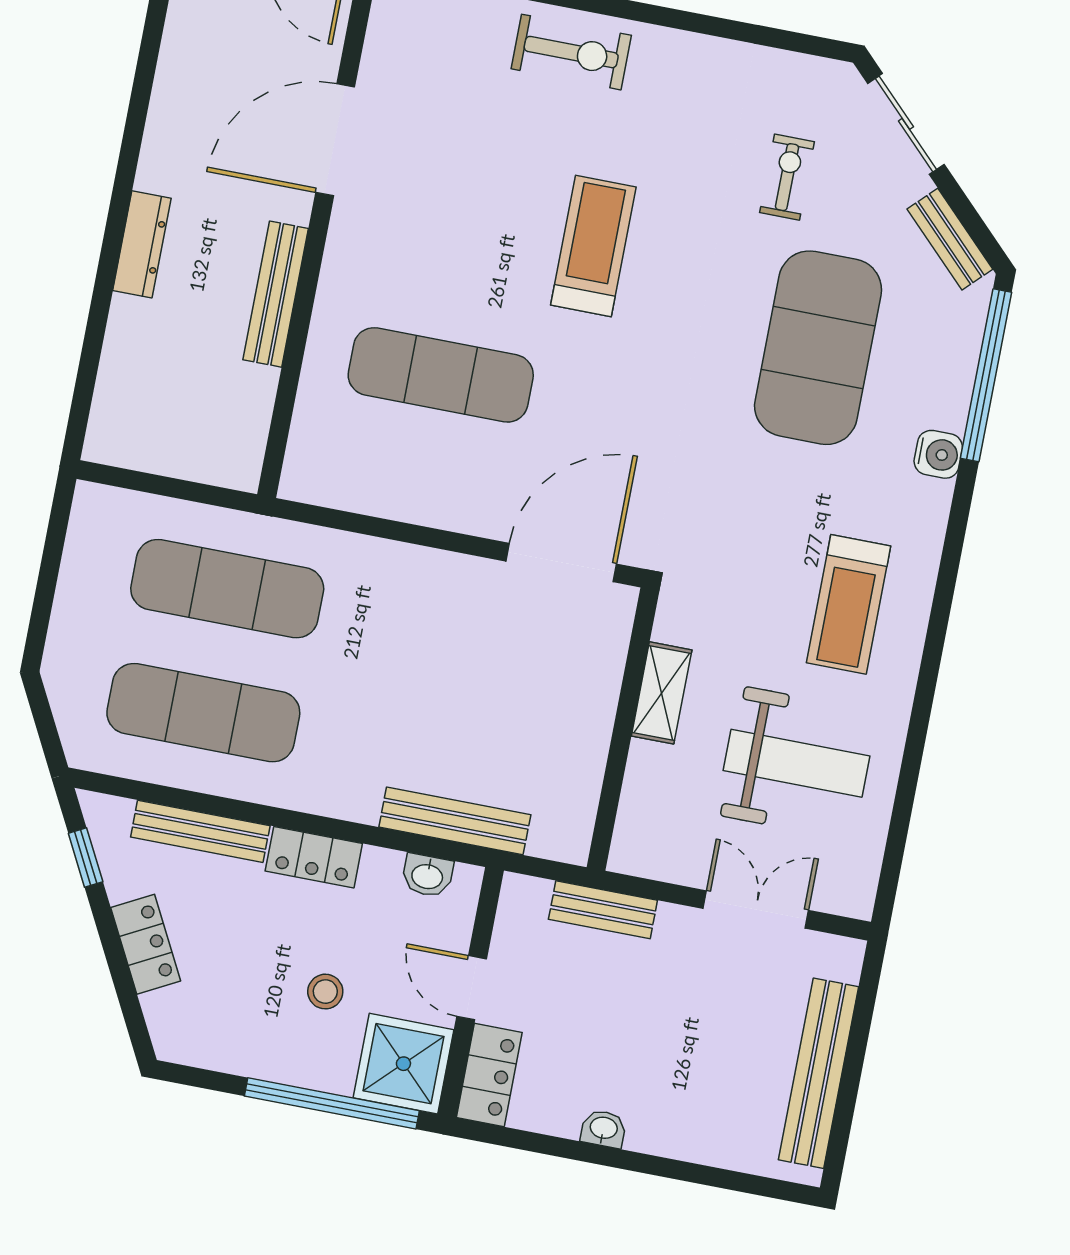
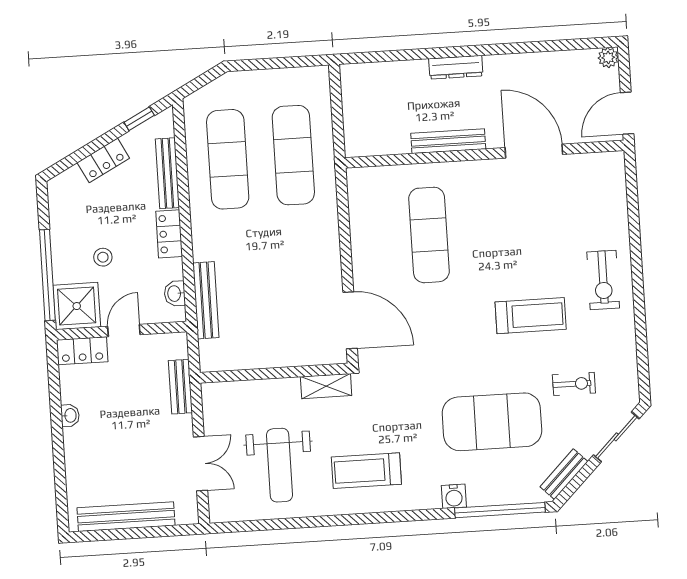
exercise bike: (571, 52) -> (603, 280), moved
treadmill: (593, 246) -> (531, 316), moved
shelving: (662, 693) -> (326, 386), moved

